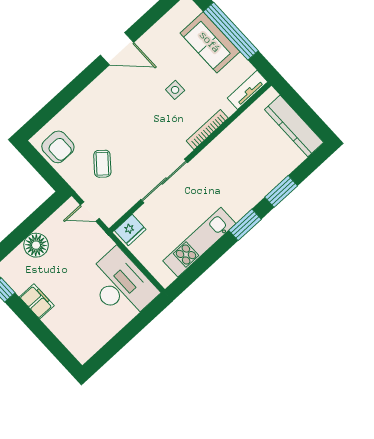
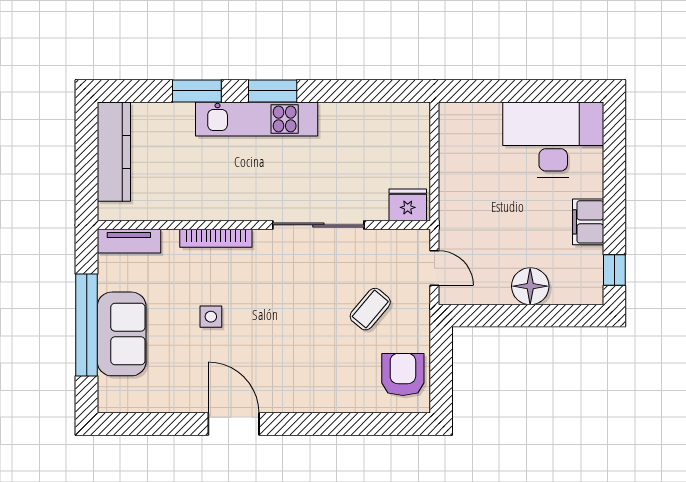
kitchen unit: (199, 242) -> (257, 119), moved
desk: (121, 285) -> (553, 140), moved, turned 90

